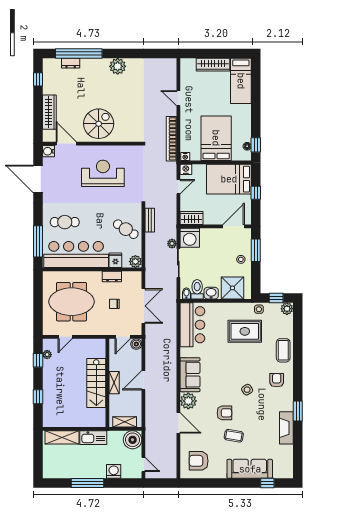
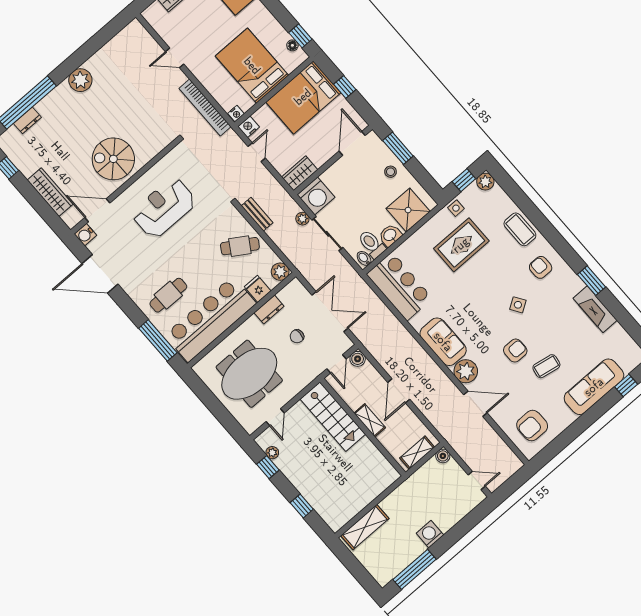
spiral stairs: (99, 124) -> (113, 159), turned -90
stairs: (96, 383) -> (333, 417), moved
kitchen sink: (93, 438) -> (398, 499), removed
boiler: (133, 440) -> (443, 456), width x0.54, depth x0.54
washing machine: (114, 471) -> (430, 534), moved
window: (88, 483) -> (415, 569), moved

